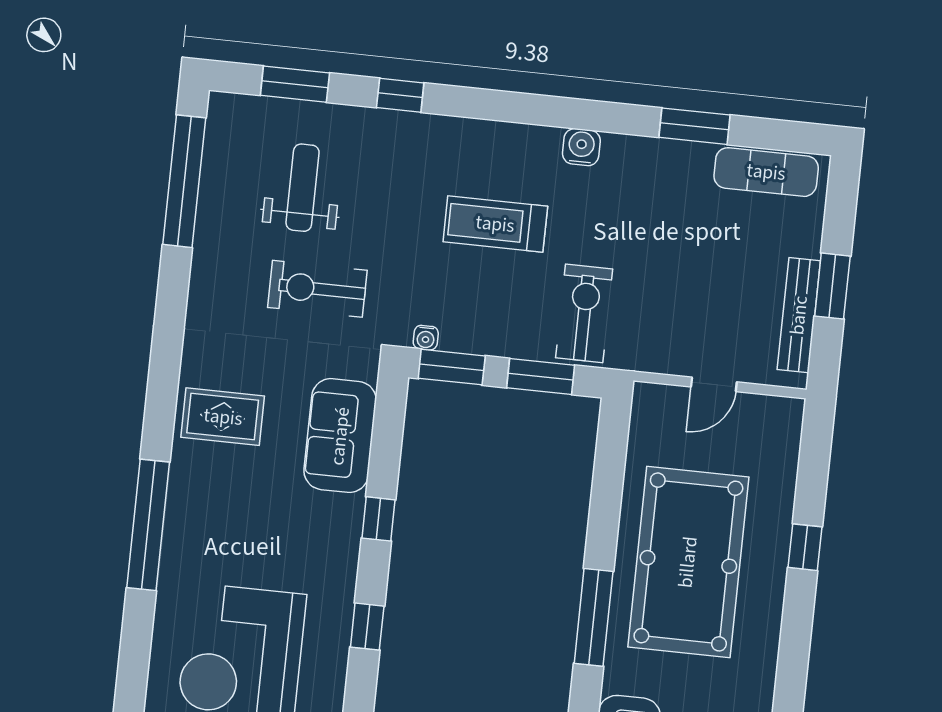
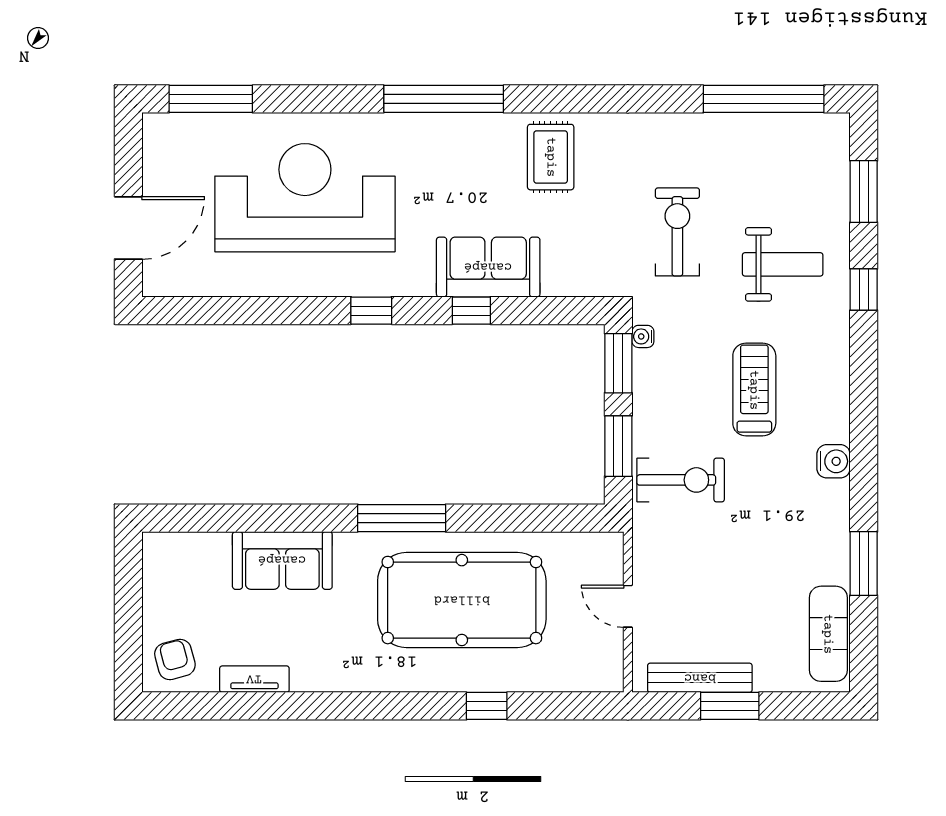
weight bench: (303, 188) -> (783, 264), moved
sofa: (340, 436) -> (488, 267), moved

